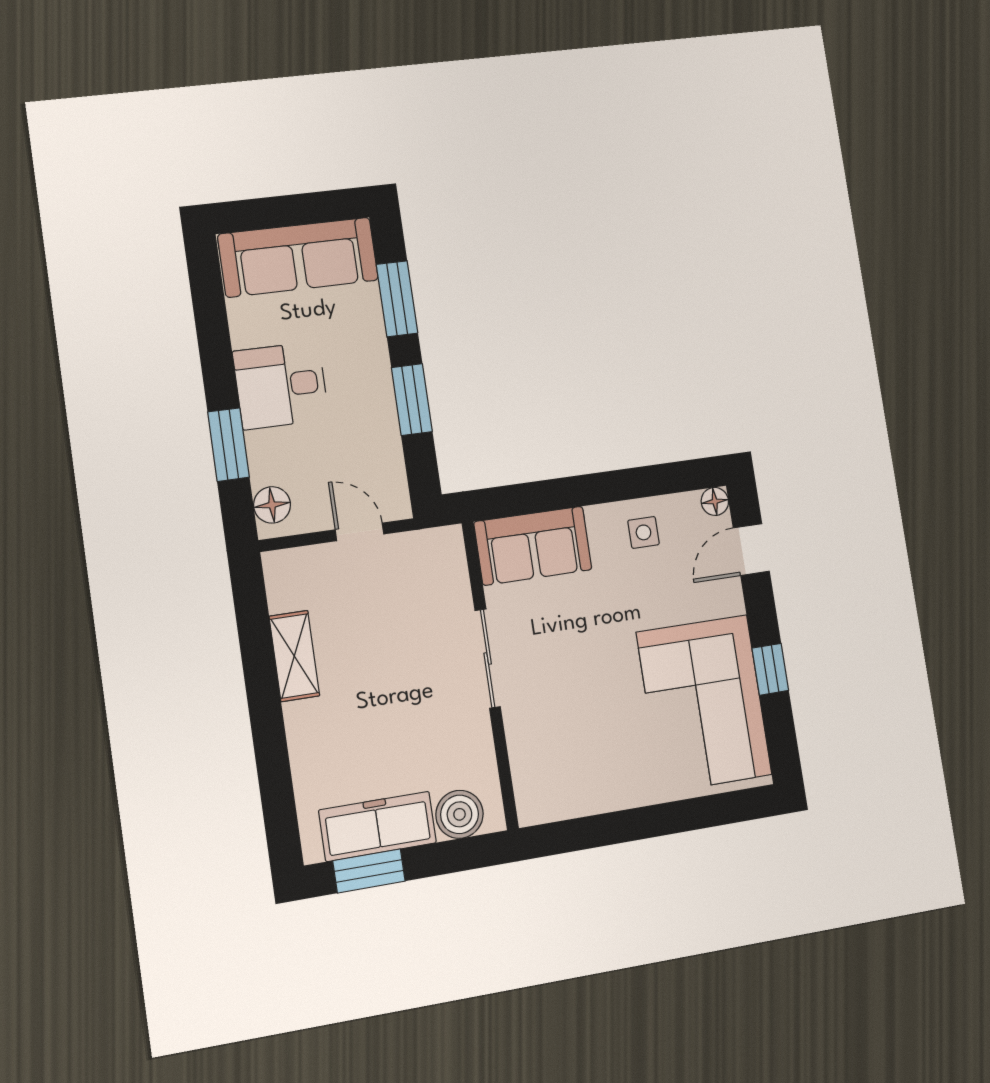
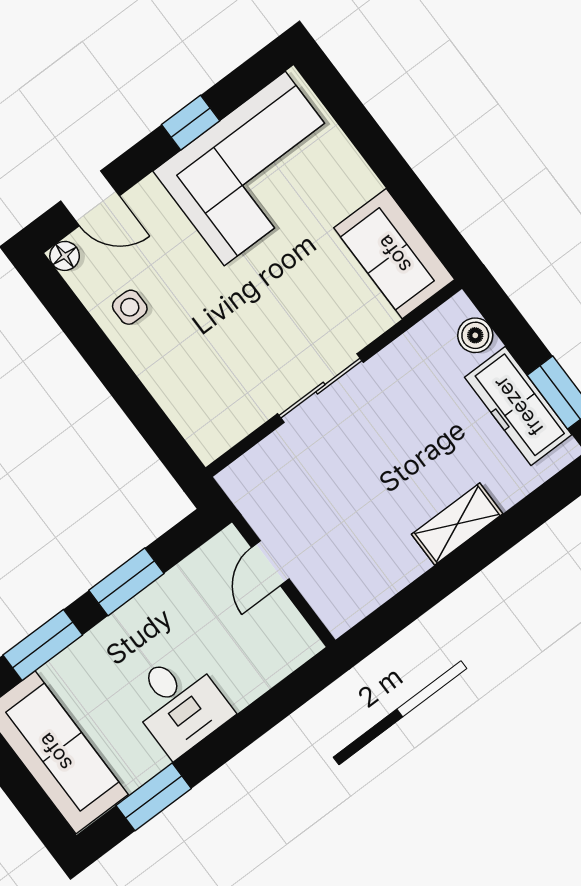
window: (229, 445) -> (154, 797), moved
floor lamp: (272, 505) -> (289, 652), removed
sofa: (533, 546) -> (394, 254), moved, turned 180
shelving: (294, 656) -> (457, 524), moved
boiler: (459, 814) -> (475, 335), width x0.73, depth x0.73

